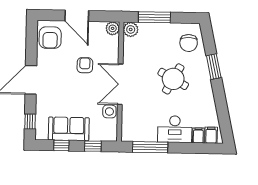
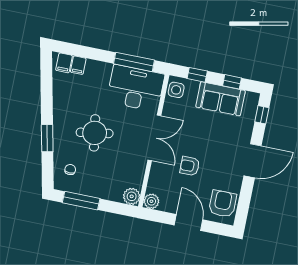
window: (154, 17) -> (81, 201), moved
chair: (189, 43) -> (70, 170), width x0.54, depth x0.54
armchair: (85, 65) -> (190, 166), turned 90
round table: (173, 79) -> (95, 133), turned -38
side table: (109, 111) -> (176, 90), moved
desk: (175, 129) -> (136, 88), moved, width x1.36, depth x1.30

